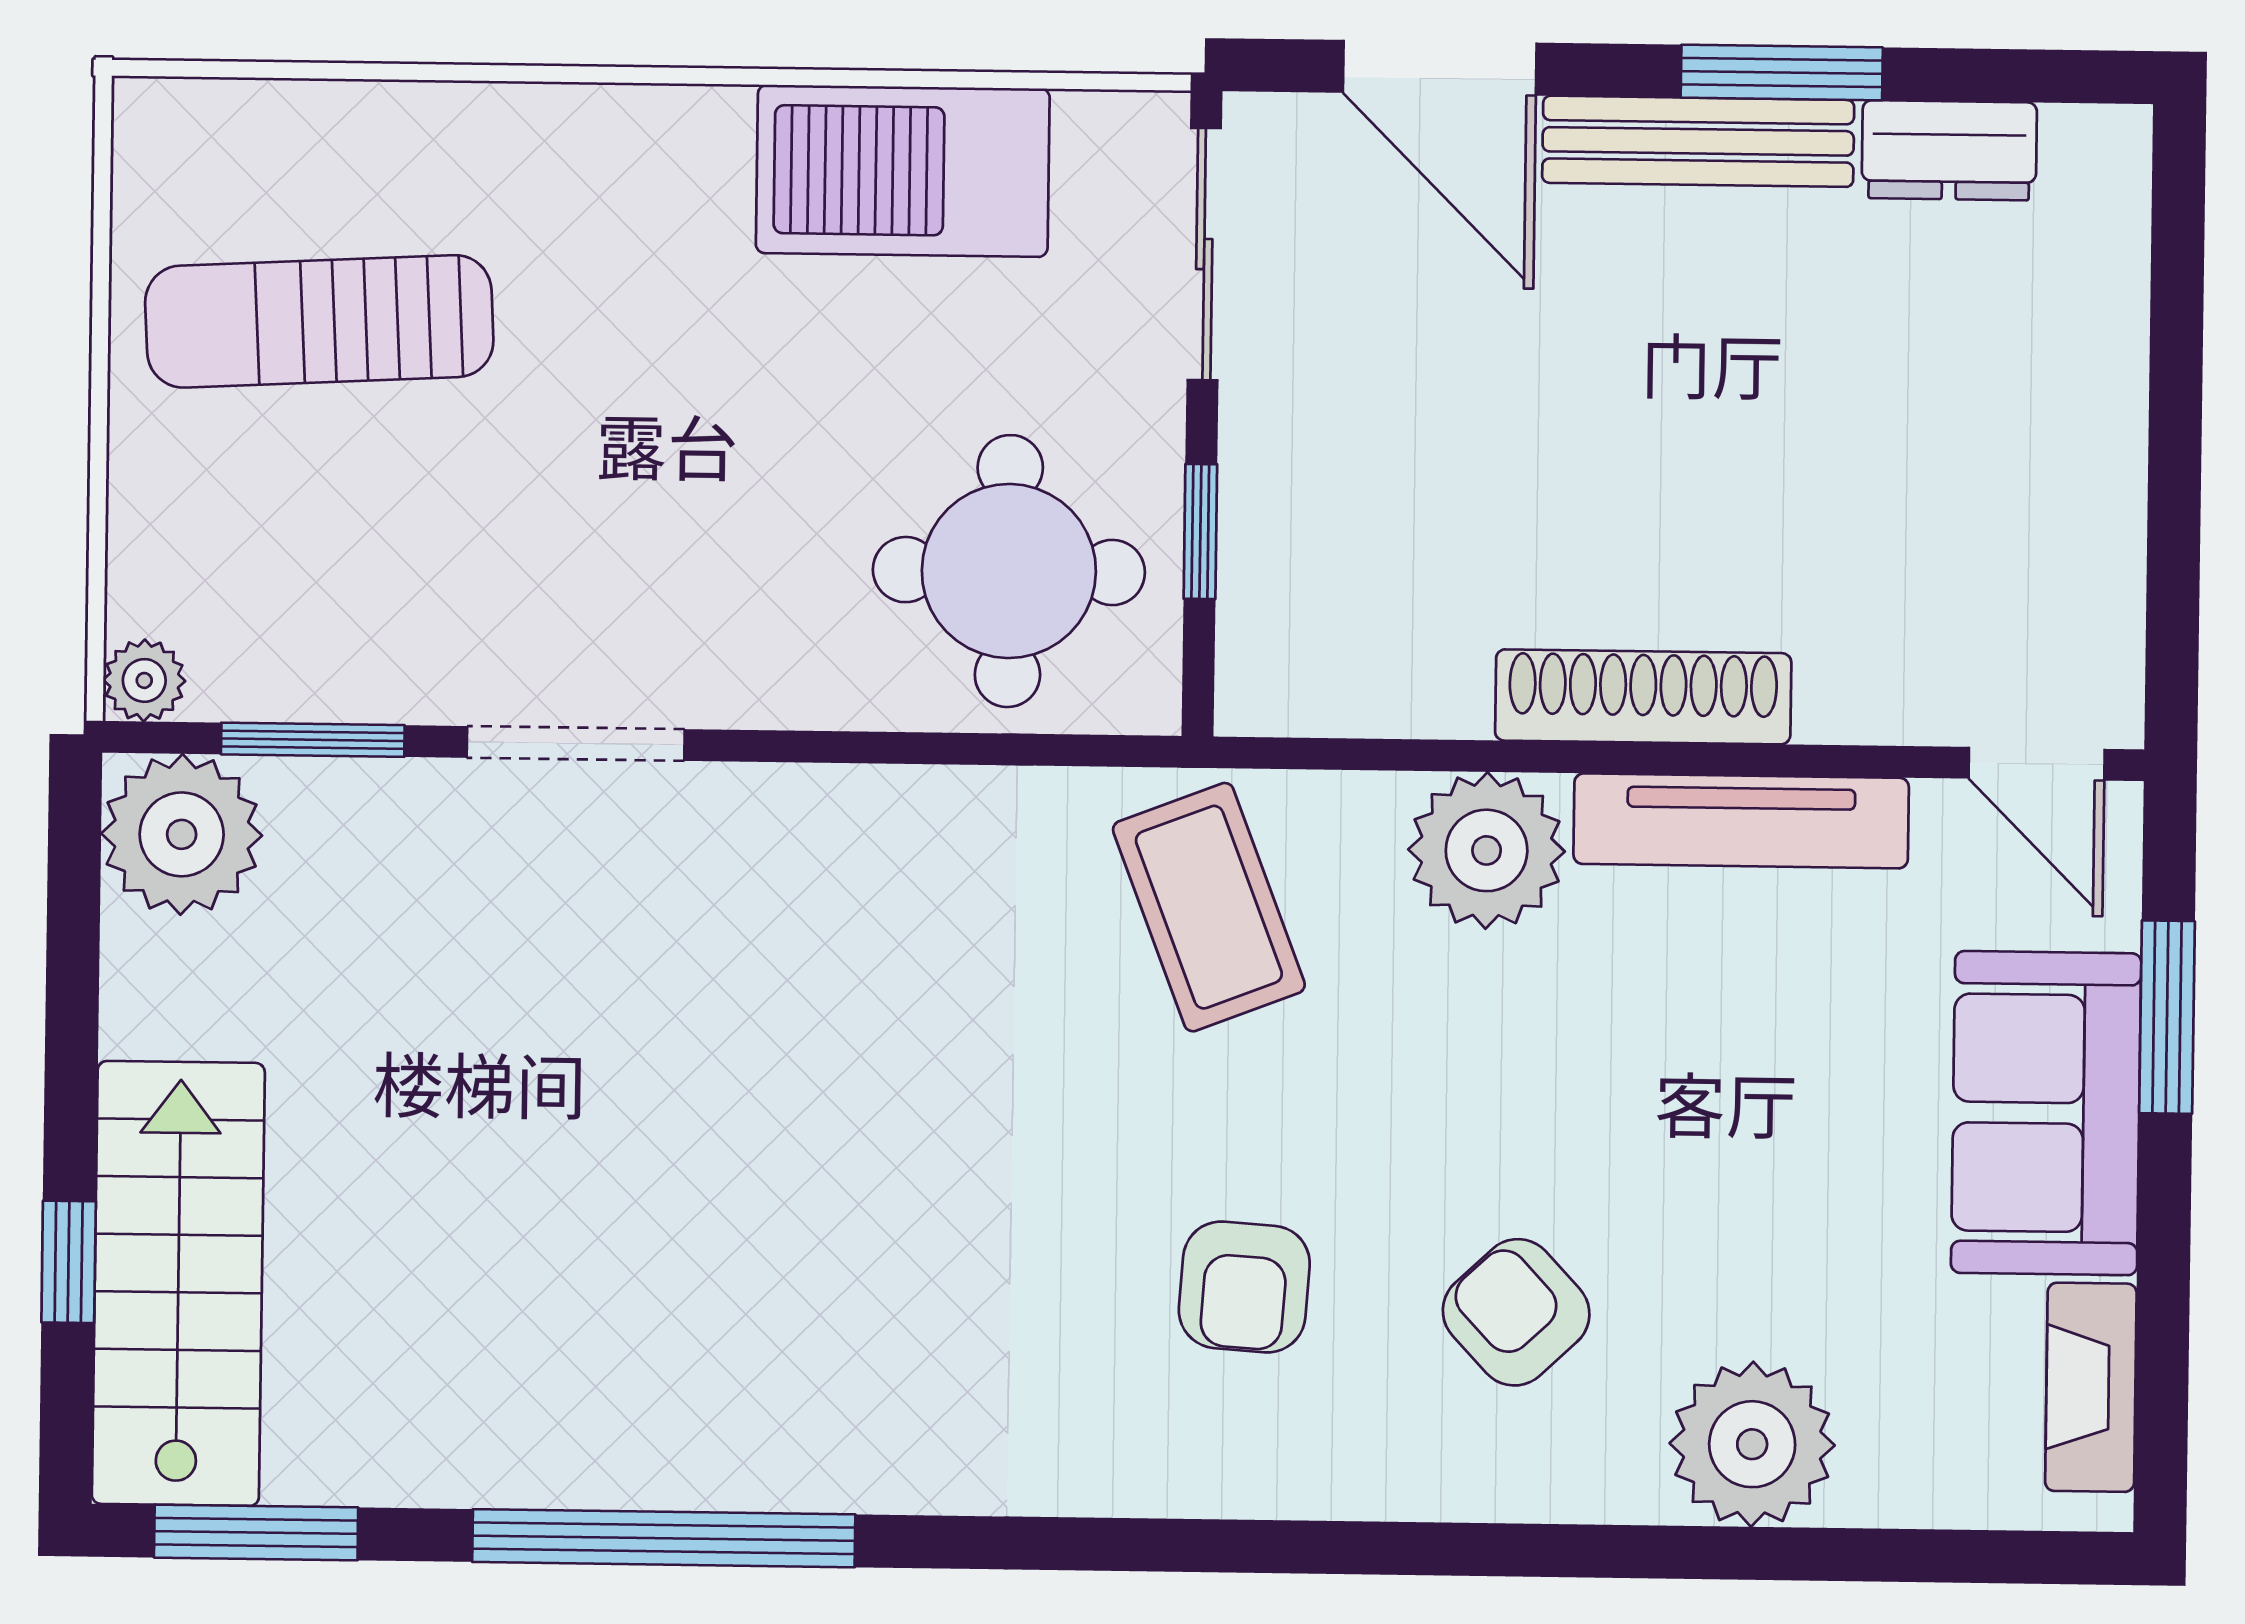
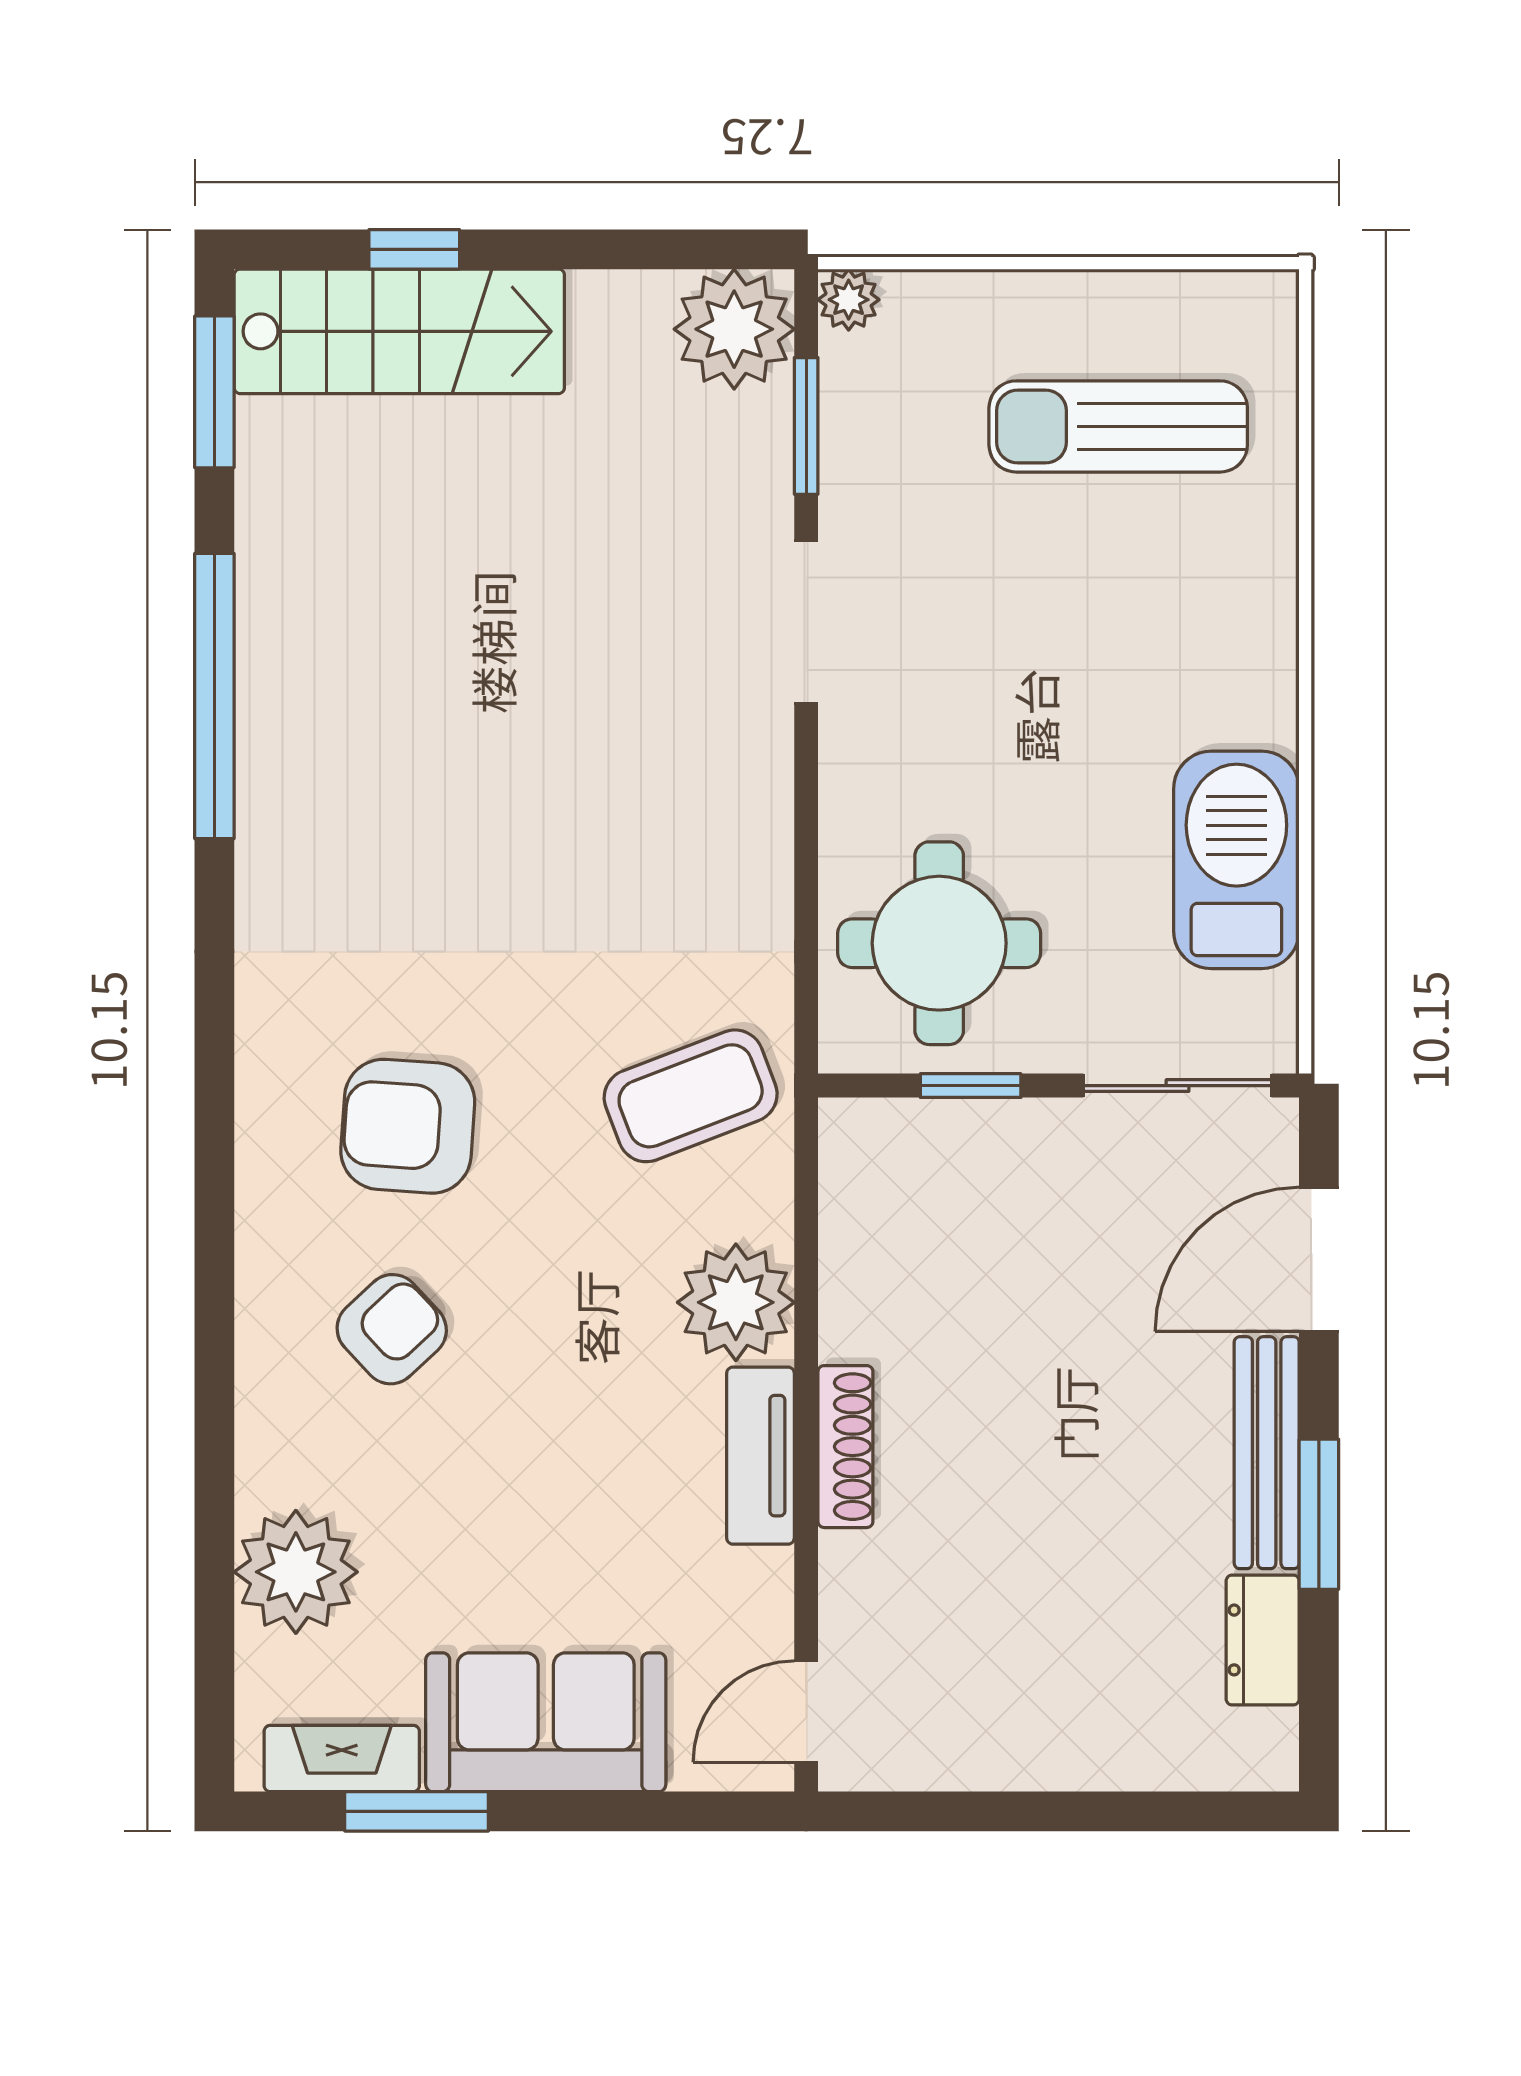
sun lounger: (319, 321) -> (1118, 426), turned -87
shoe rack: (1643, 697) -> (845, 1447), width x0.74, depth x0.81
tv unit: (1741, 821) -> (760, 1456), width x0.71
window: (2167, 1017) -> (417, 1811), moved
armchair: (1244, 1287) -> (408, 1126), width x1.38, depth x1.38
plant: (1752, 1444) -> (296, 1572), moved

